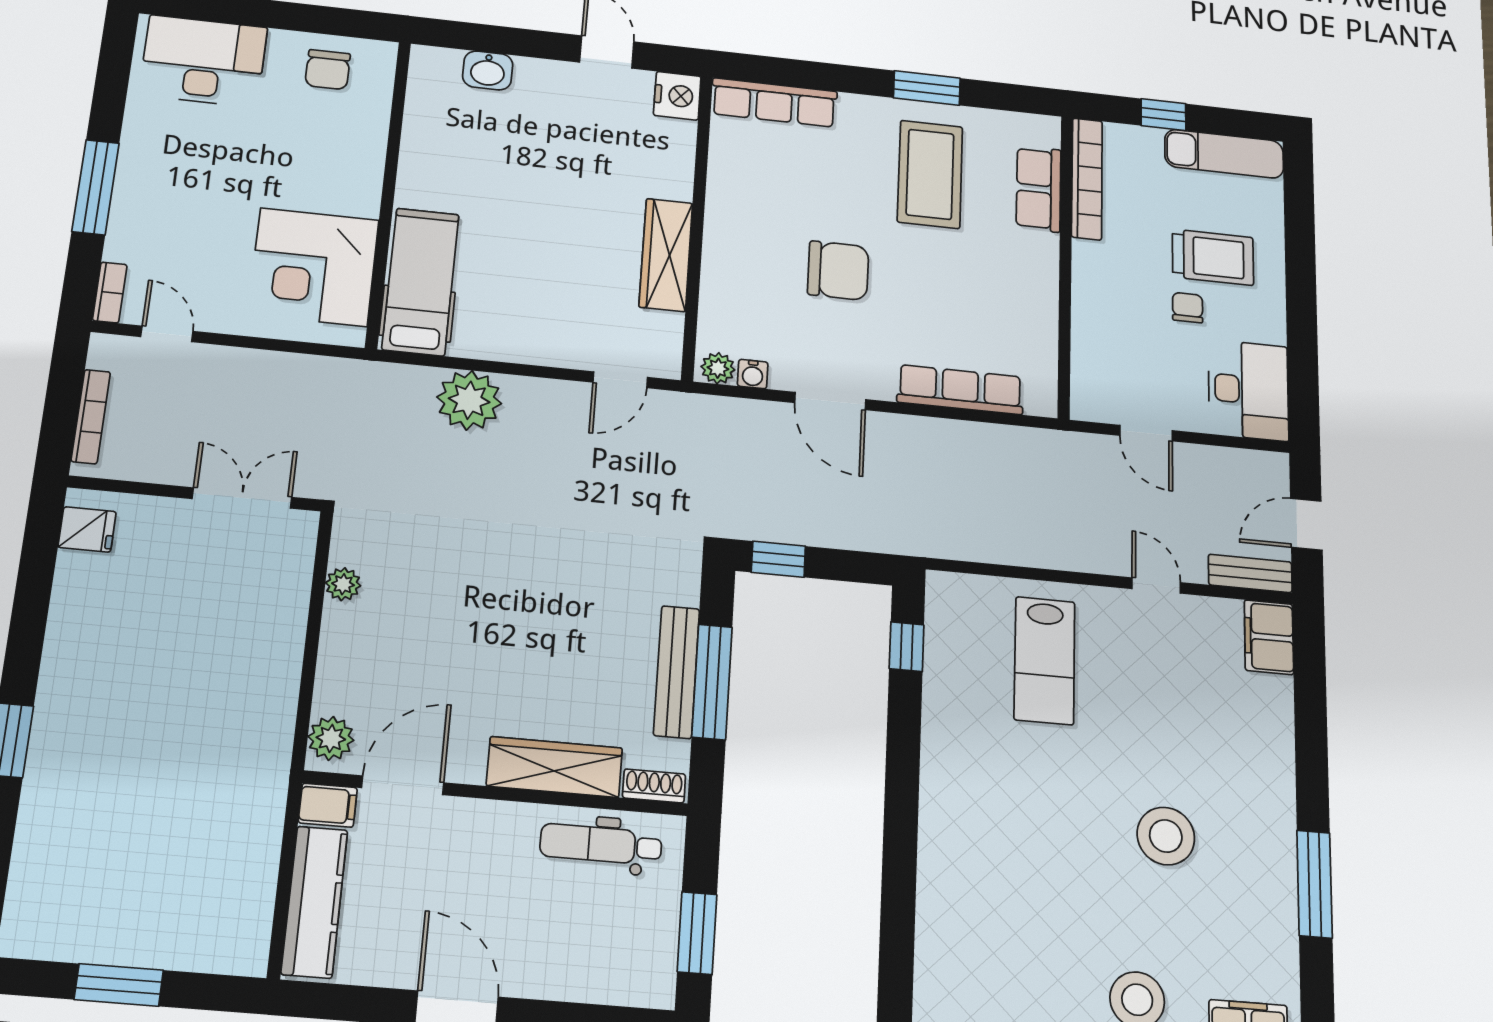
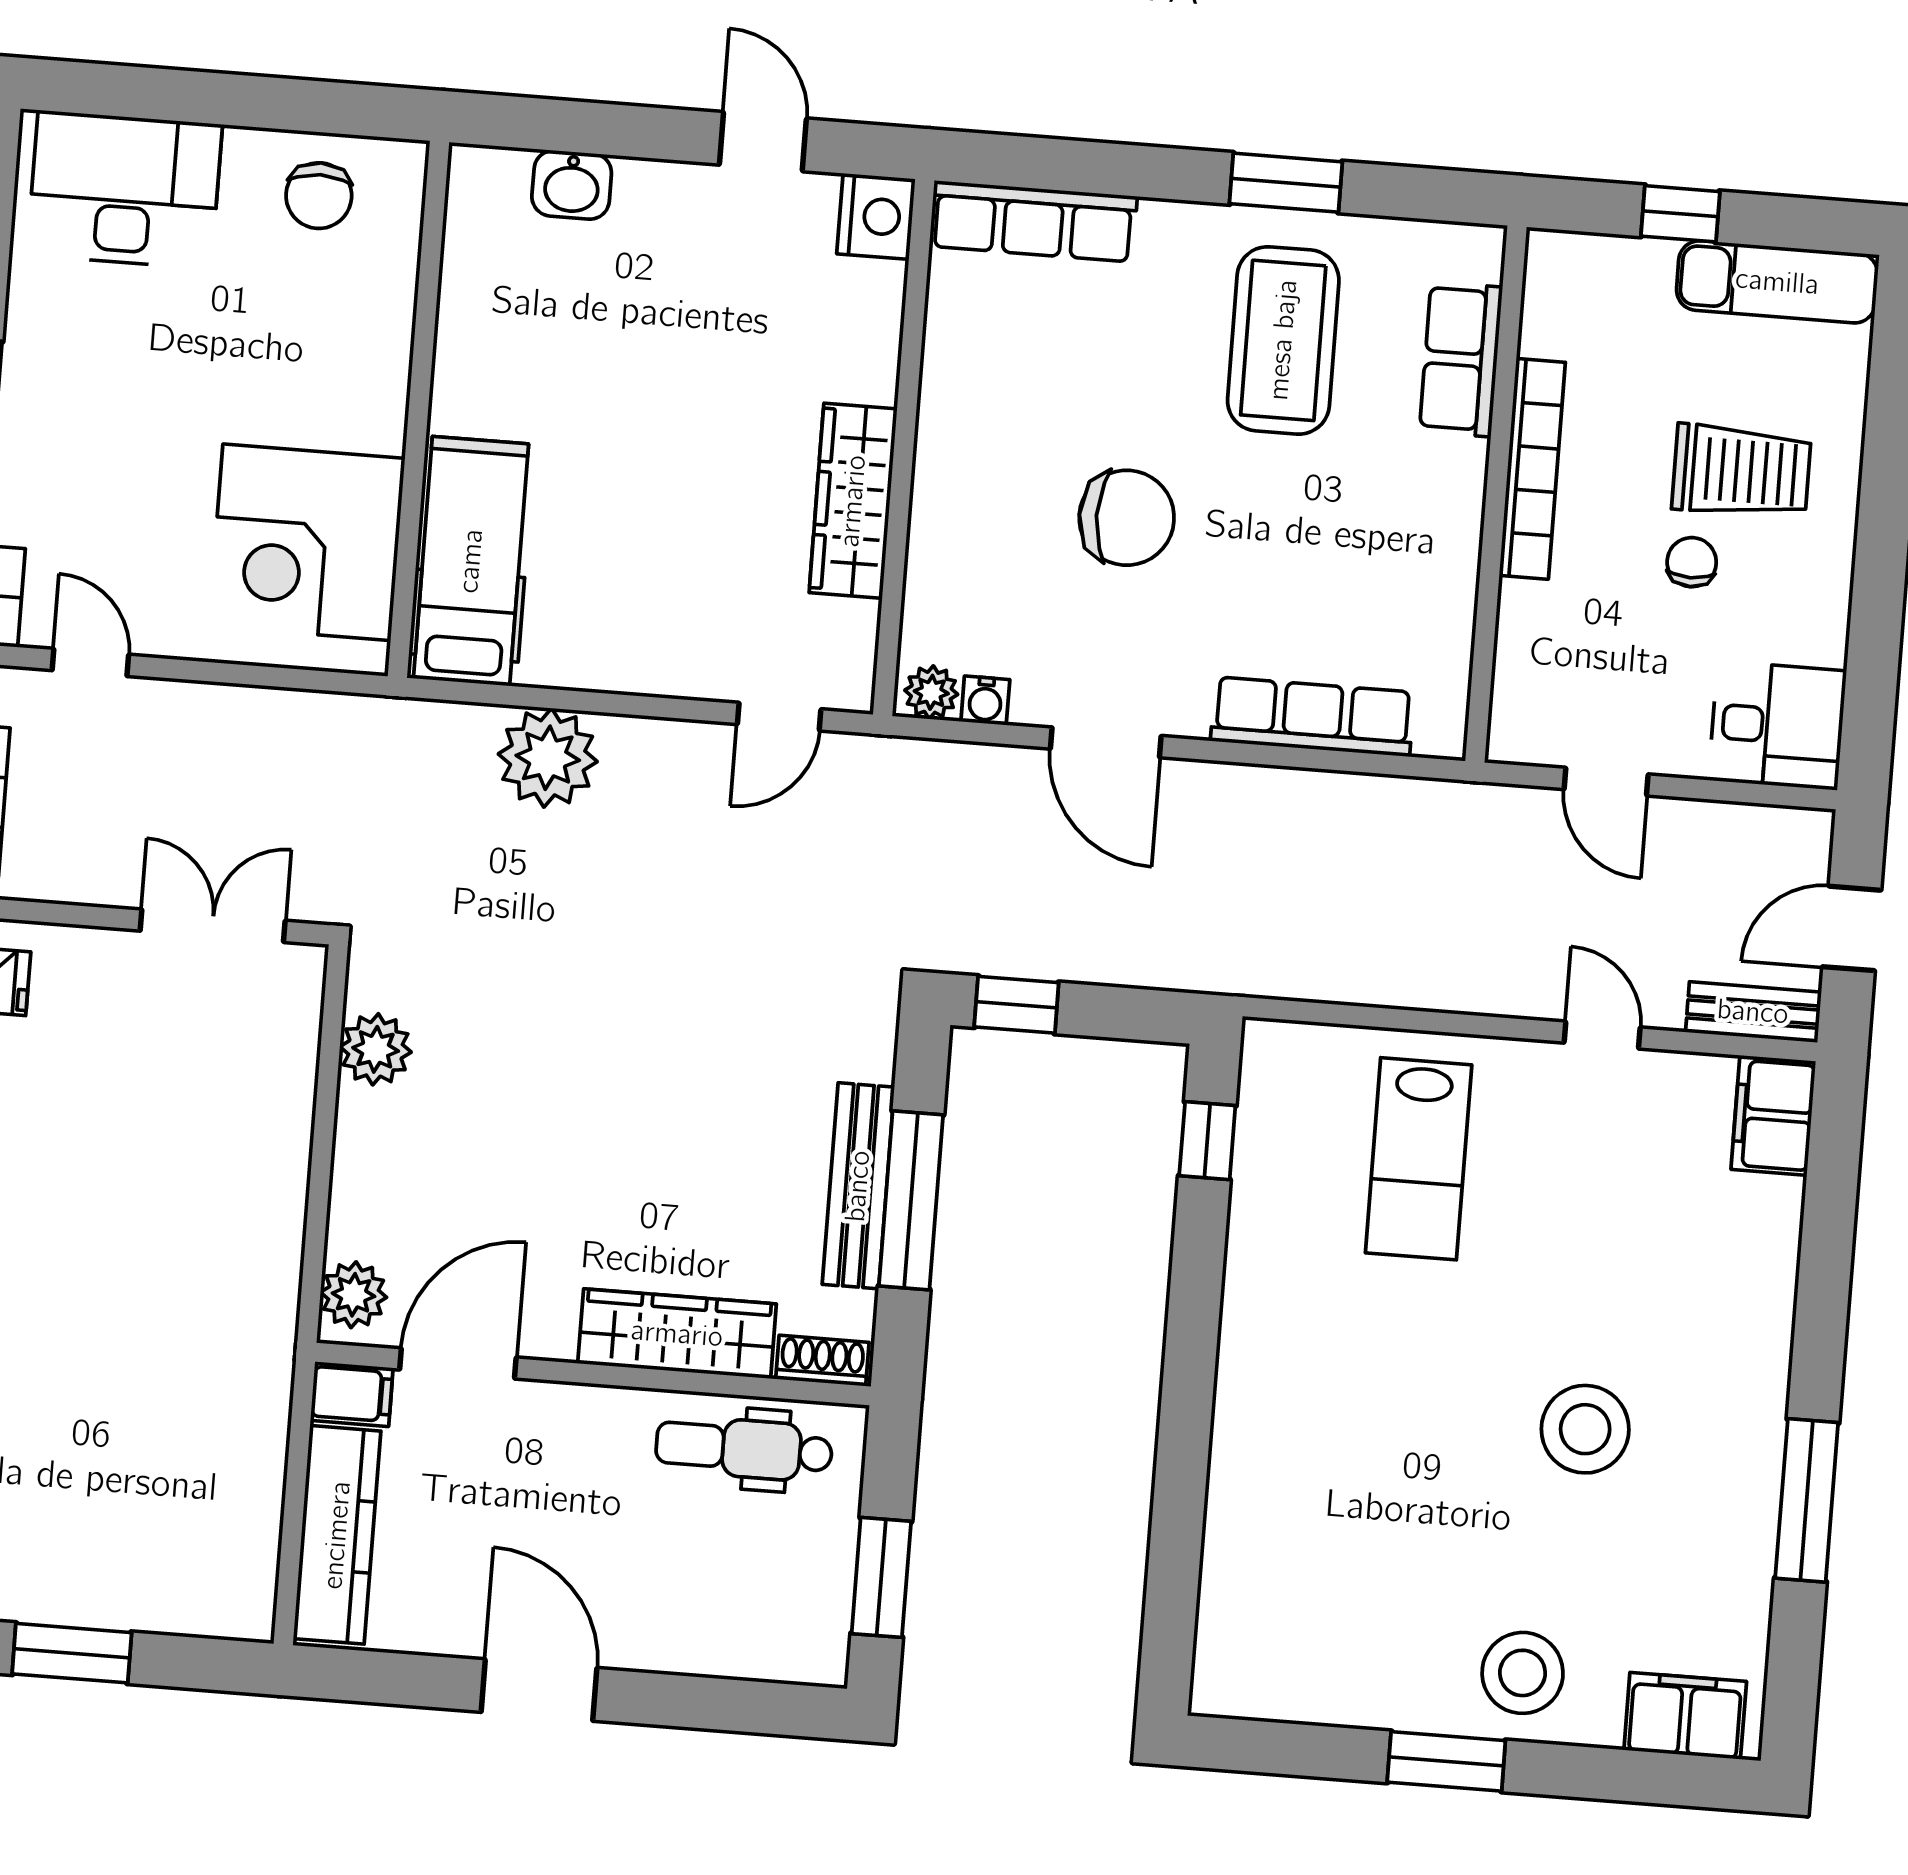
bookcase: (1087, 179) -> (1532, 469), moved
desk: (1248, 390) -> (1777, 726), width x0.73
plant: (343, 584) -> (376, 1049), width x1.38, depth x1.38

